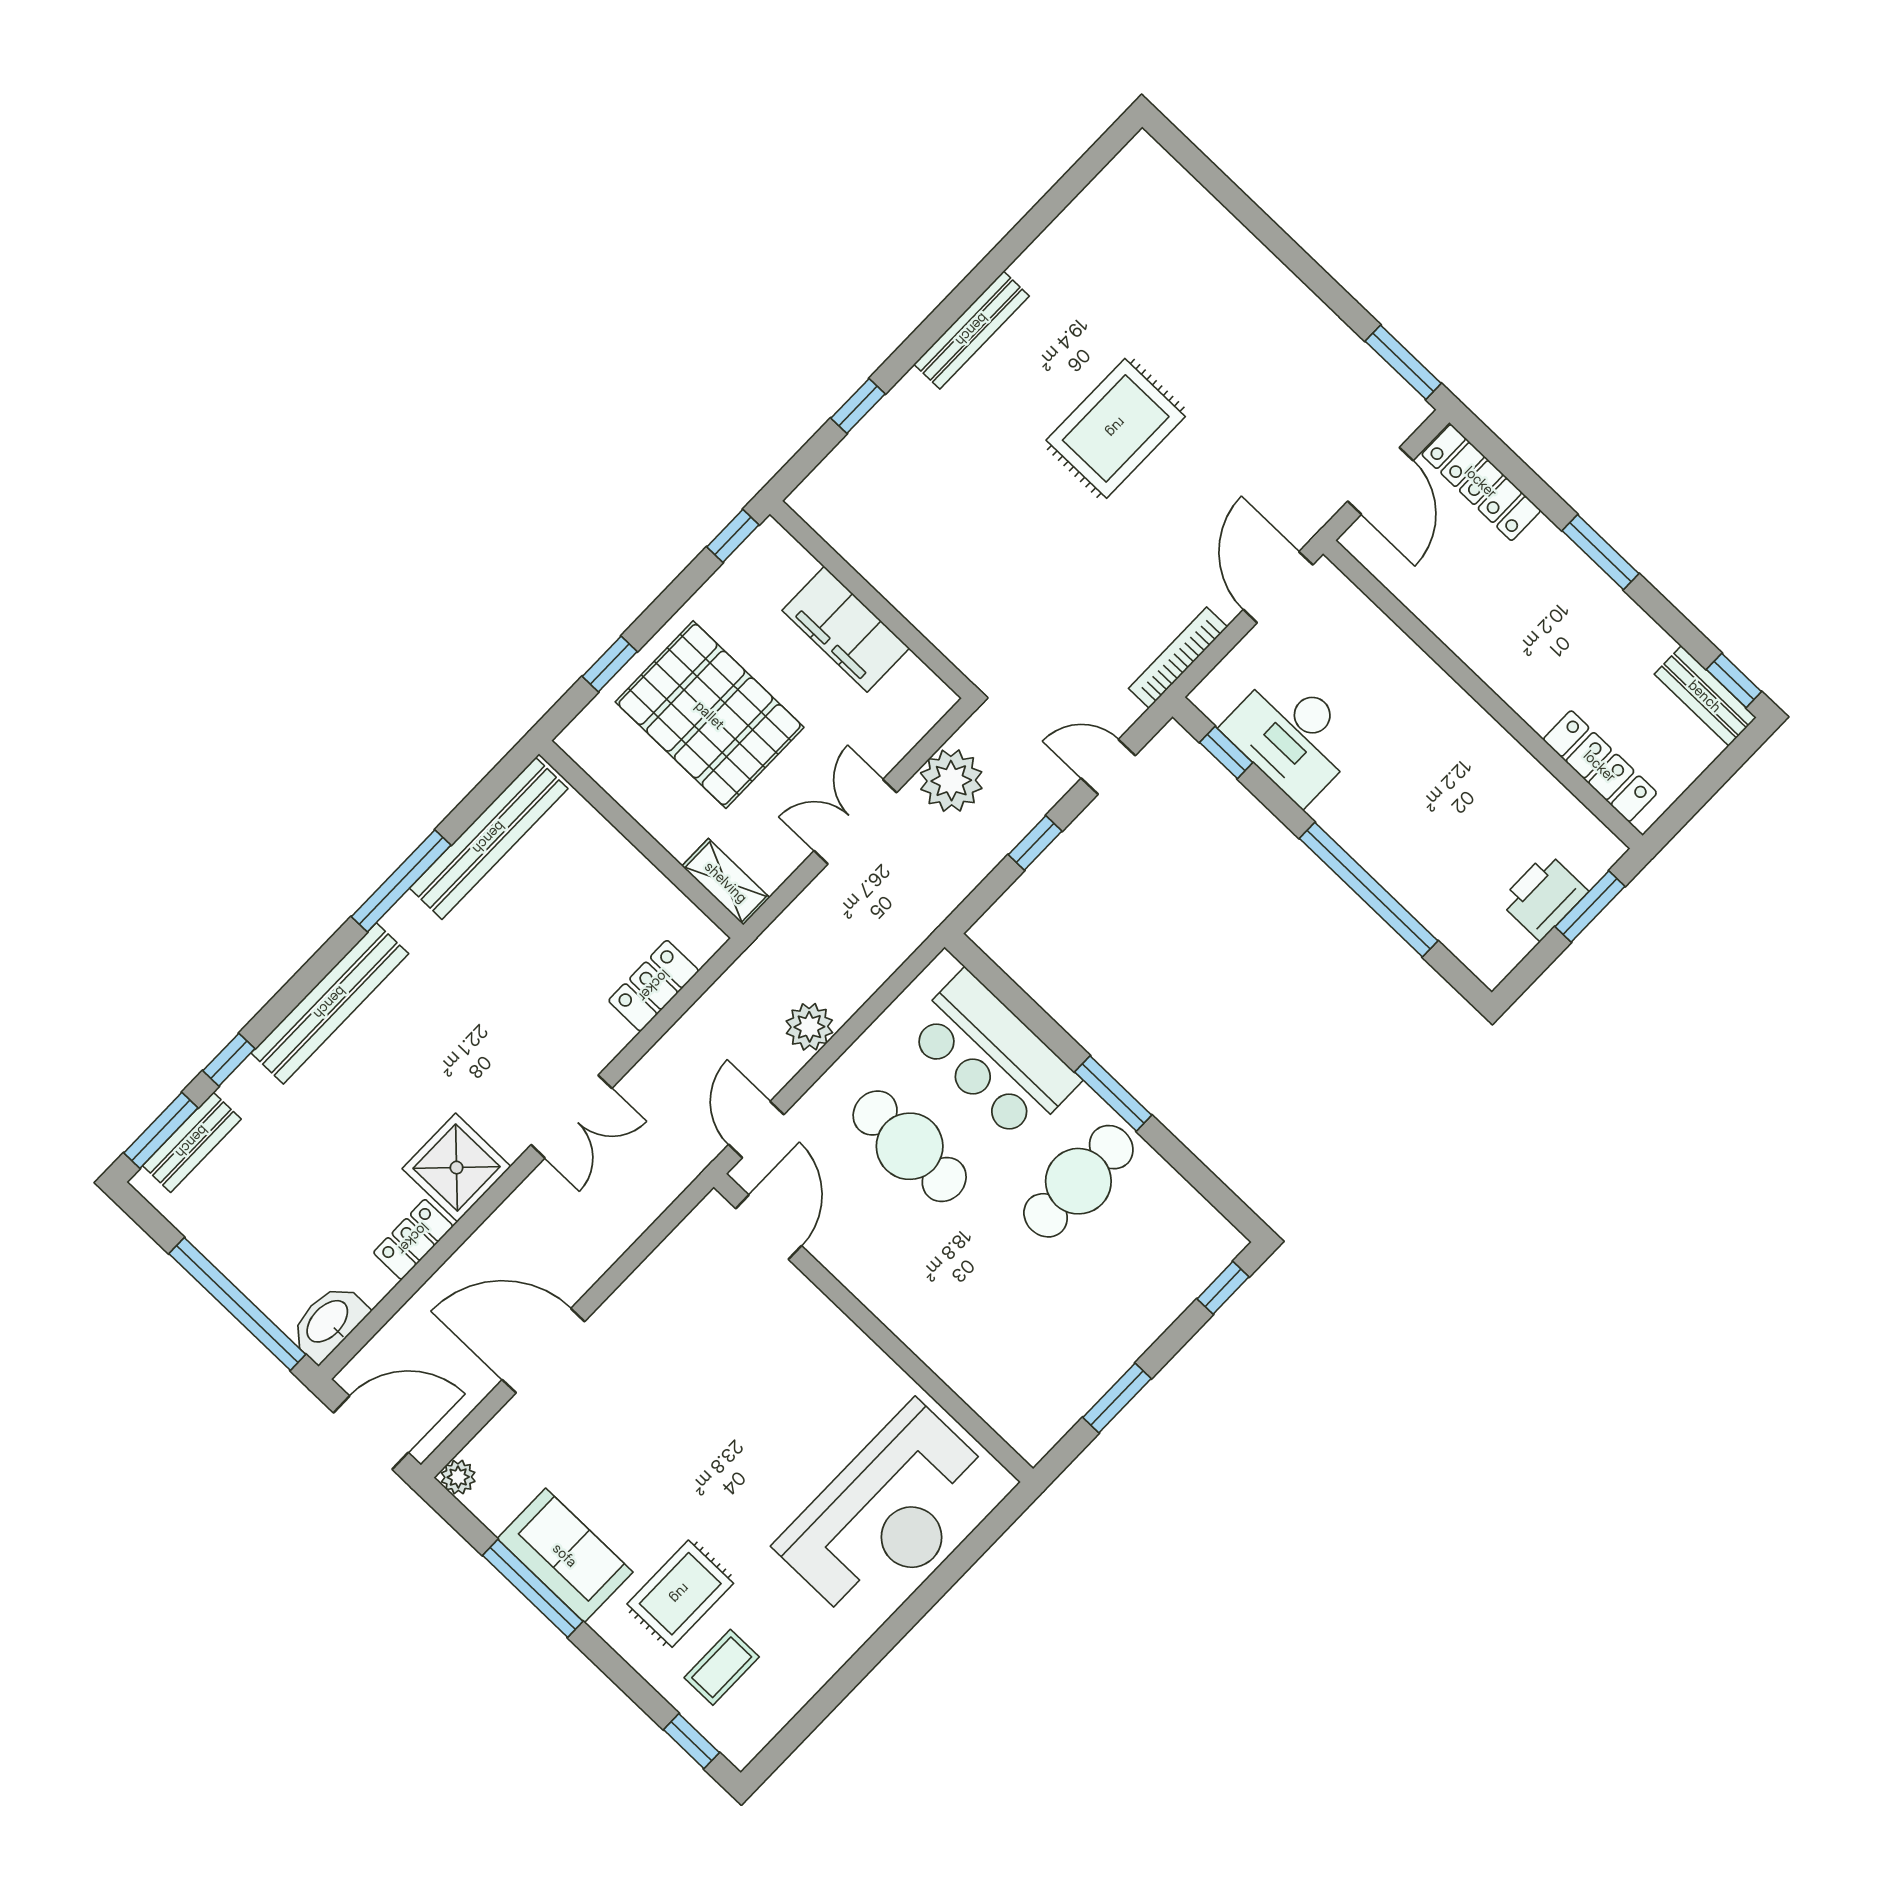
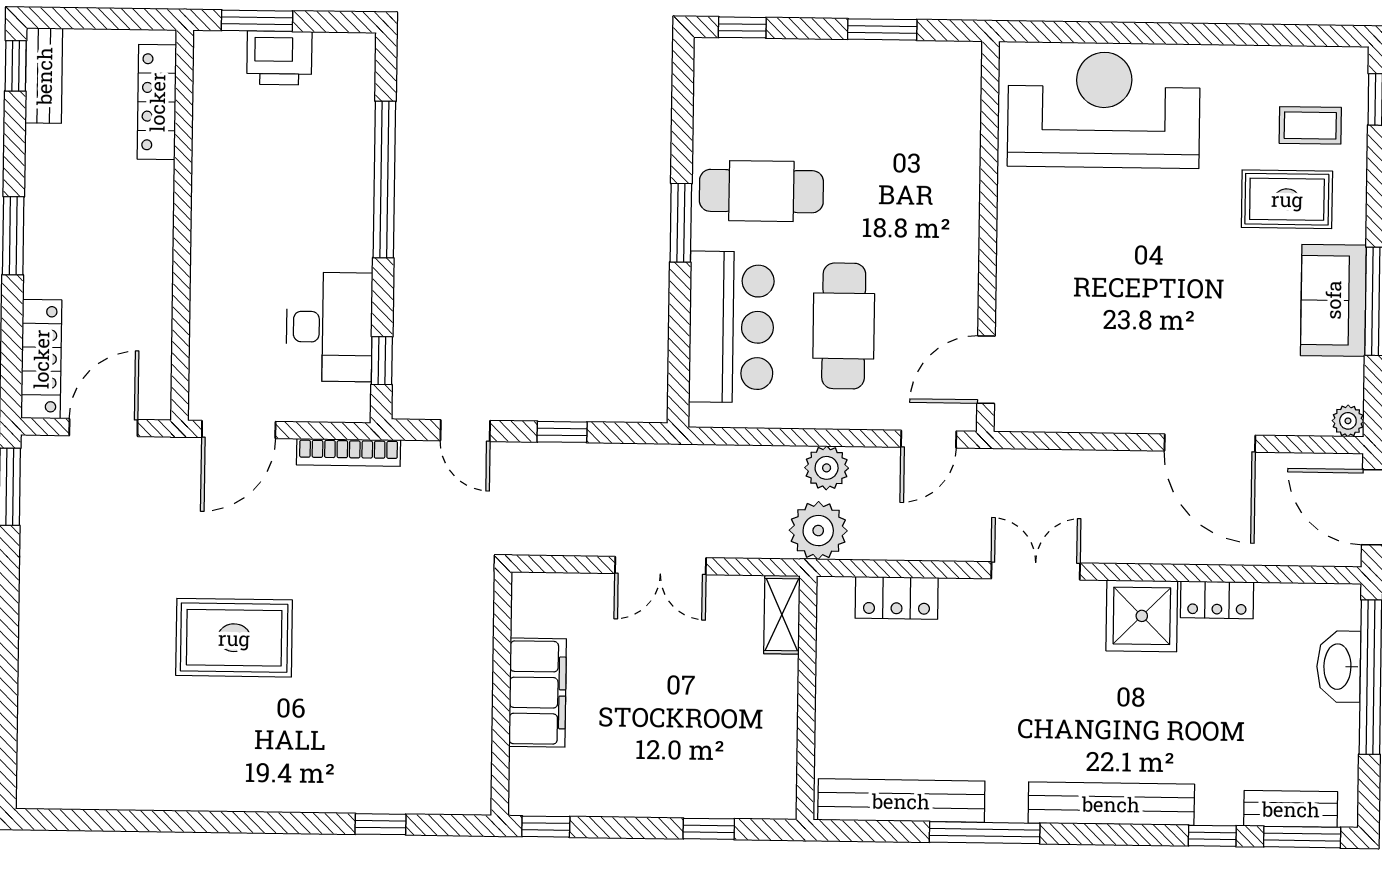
bench: (972, 330) -> (259, 796), removed
pallet: (710, 715) -> (680, 730), removed
plant: (951, 781) -> (818, 531), moved
washbasin: (328, 1322) -> (1339, 667), moved, turned 90

